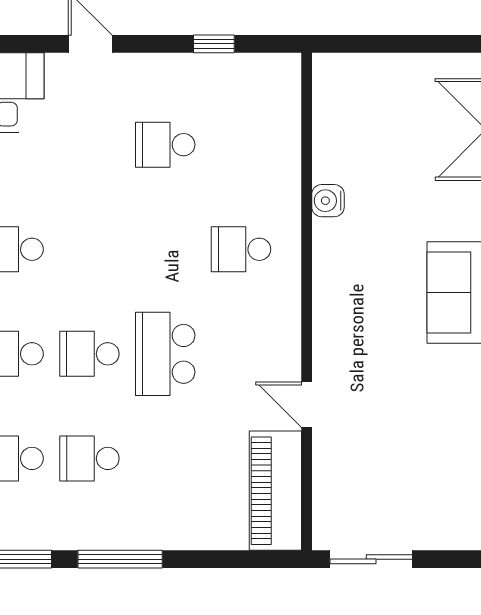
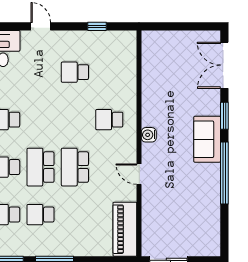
water cooler: (328, 201) -> (149, 135), moved
school desk: (89, 354) -> (40, 167), width x1.85
door: (307, 405) -> (139, 174), moved

